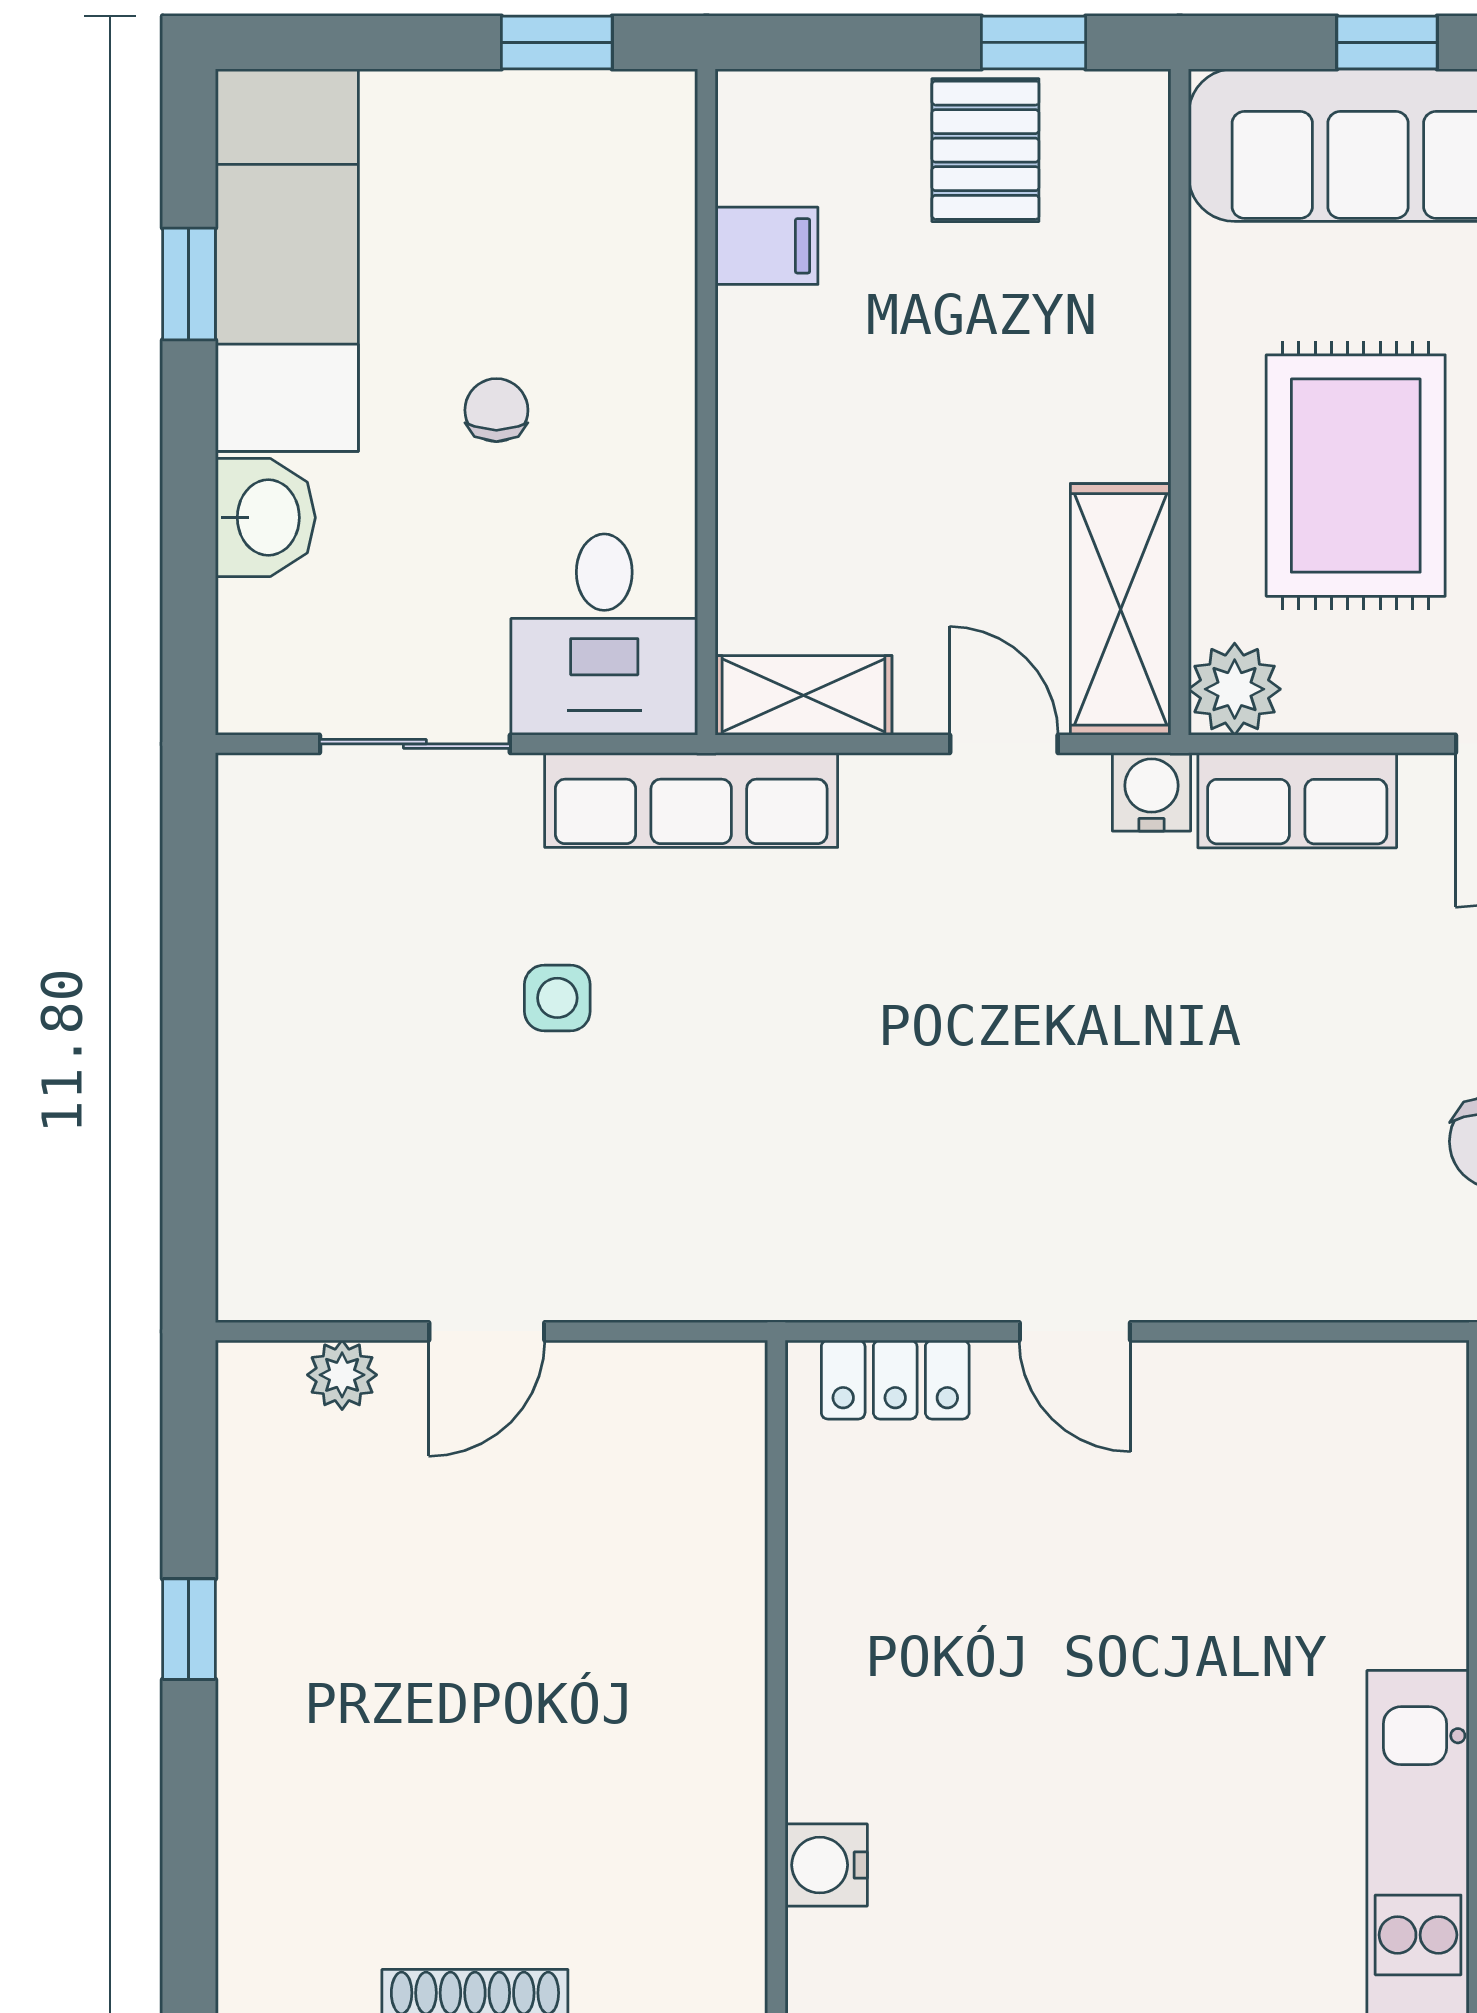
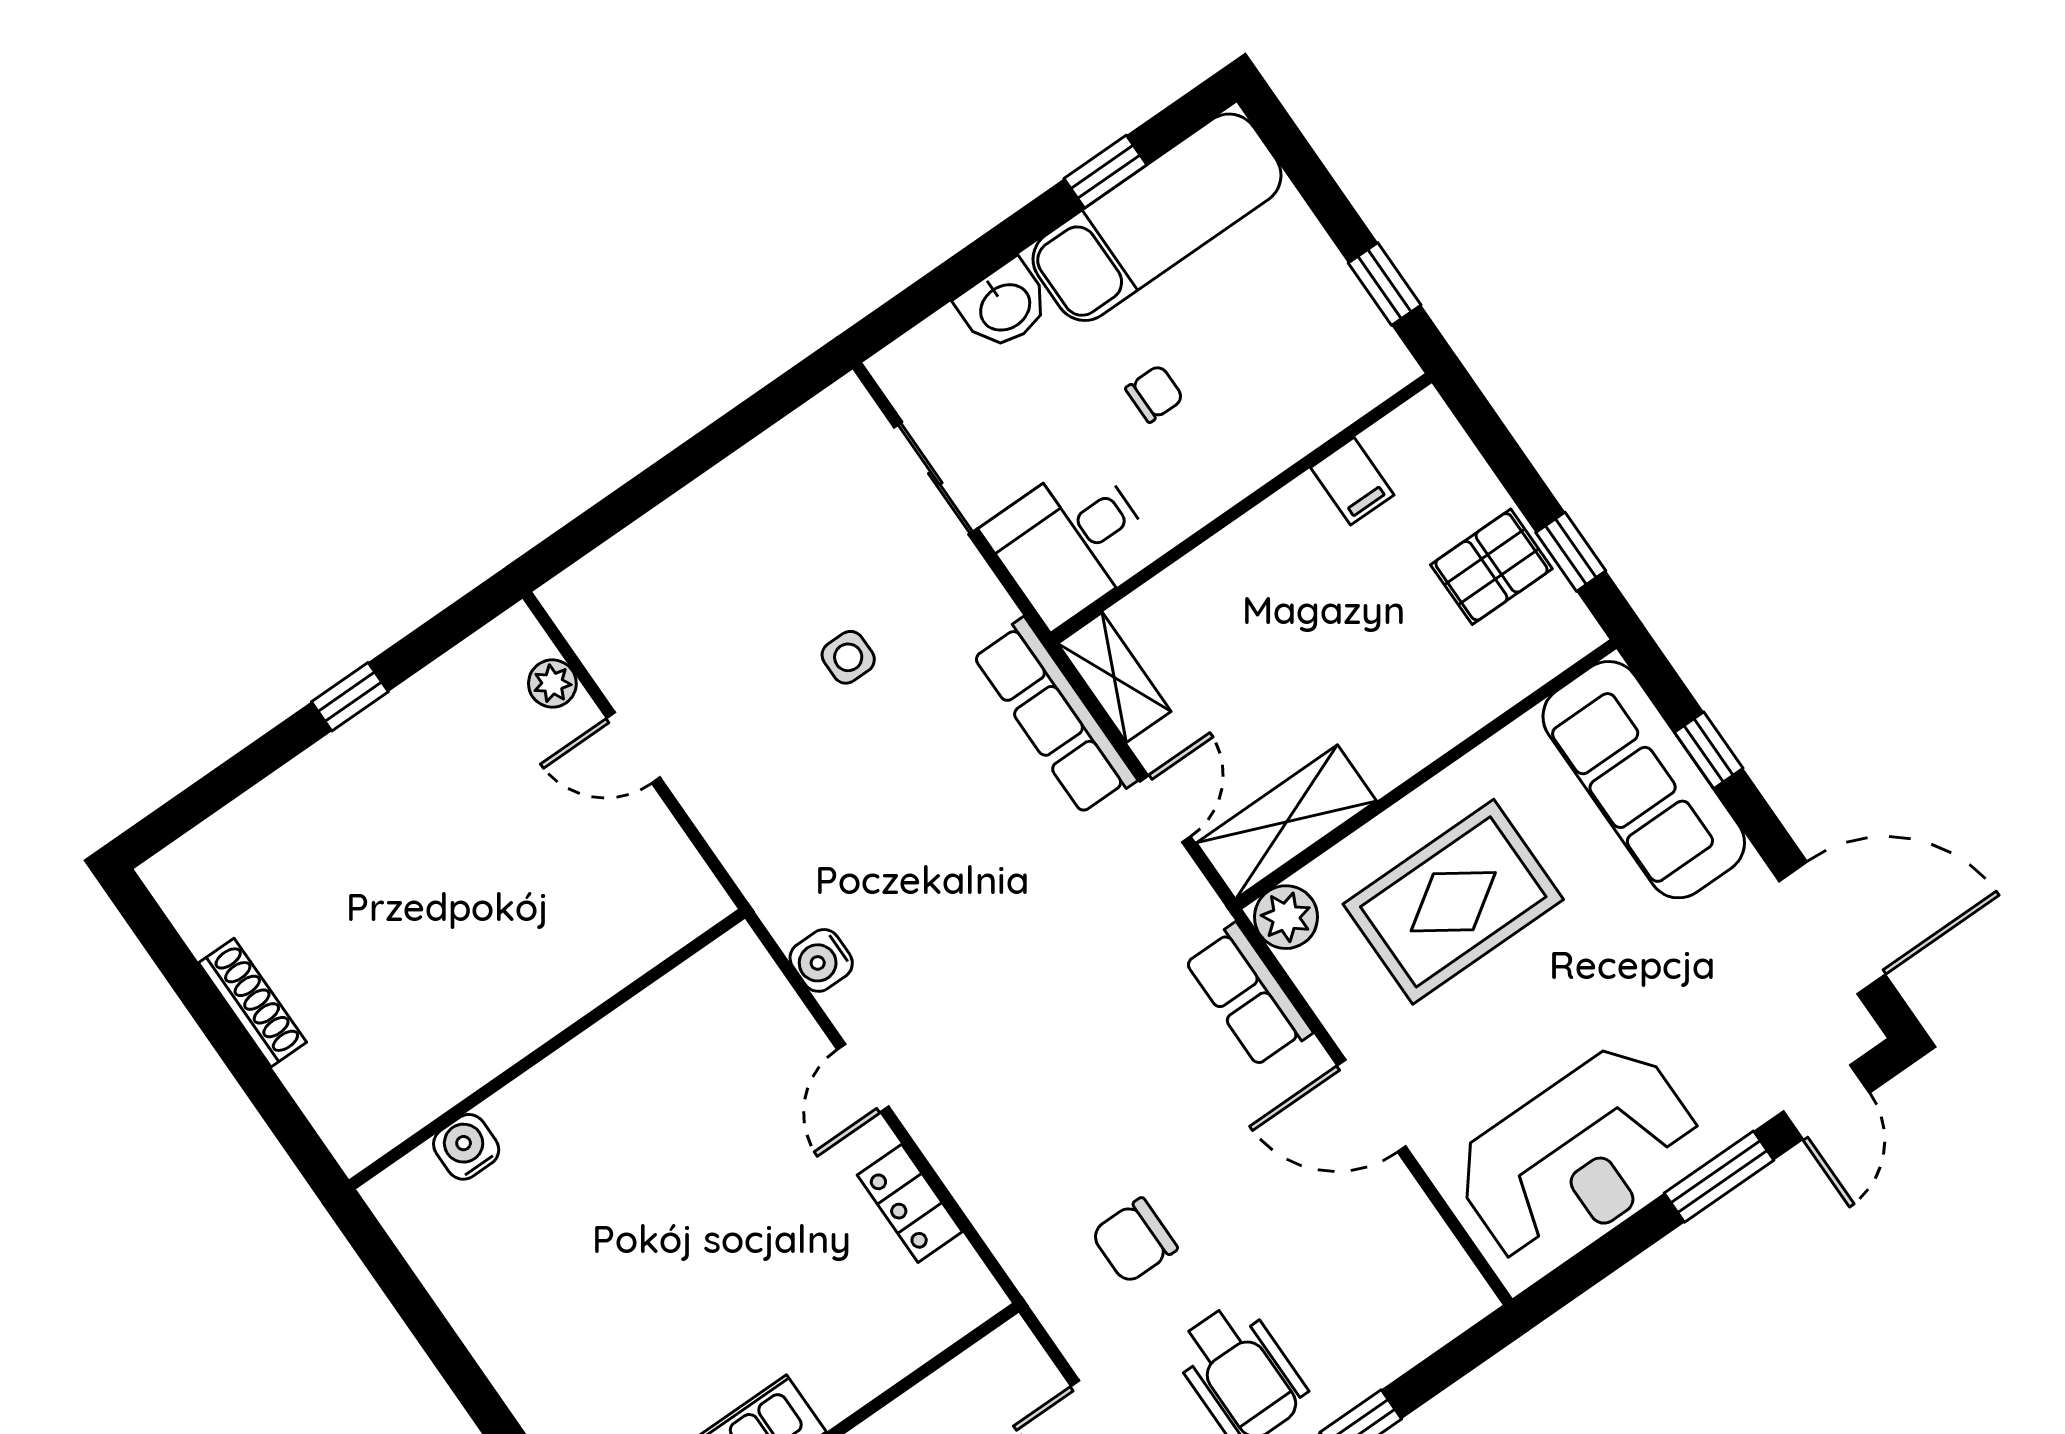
water cooler: (1152, 792) -> (821, 960), moved, turned 180
row of seats: (691, 800) -> (1054, 717), moved
locker: (895, 1380) -> (910, 1203), moved

